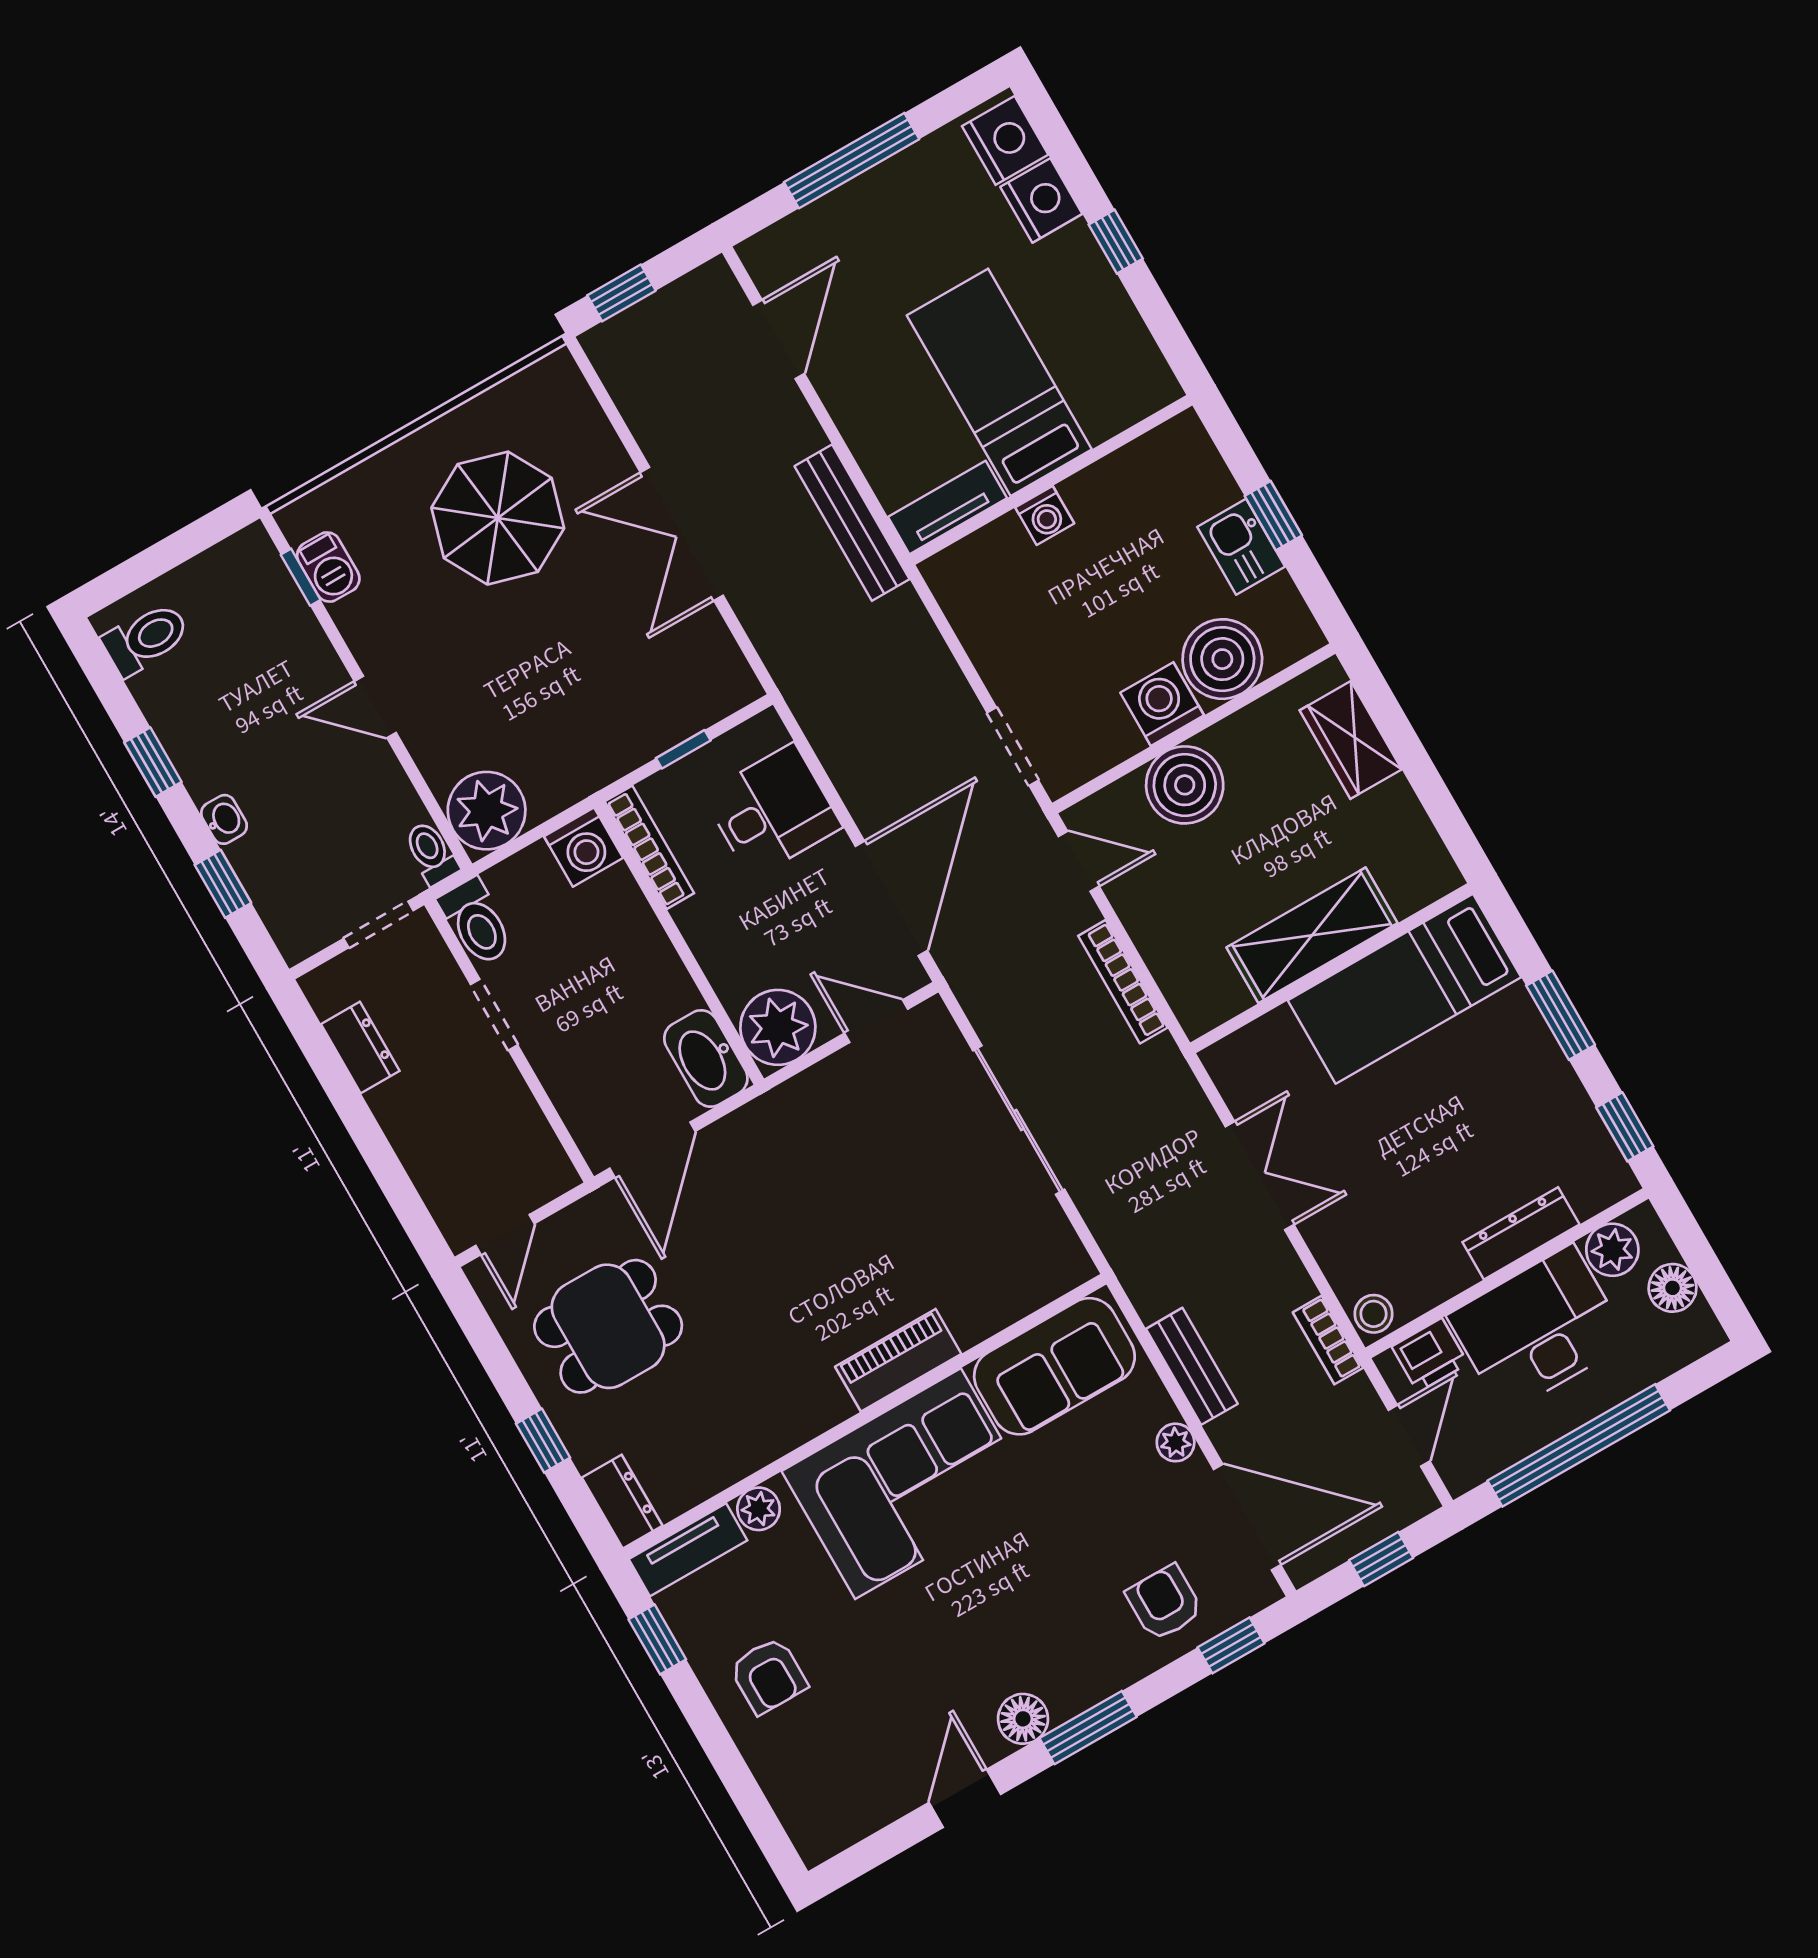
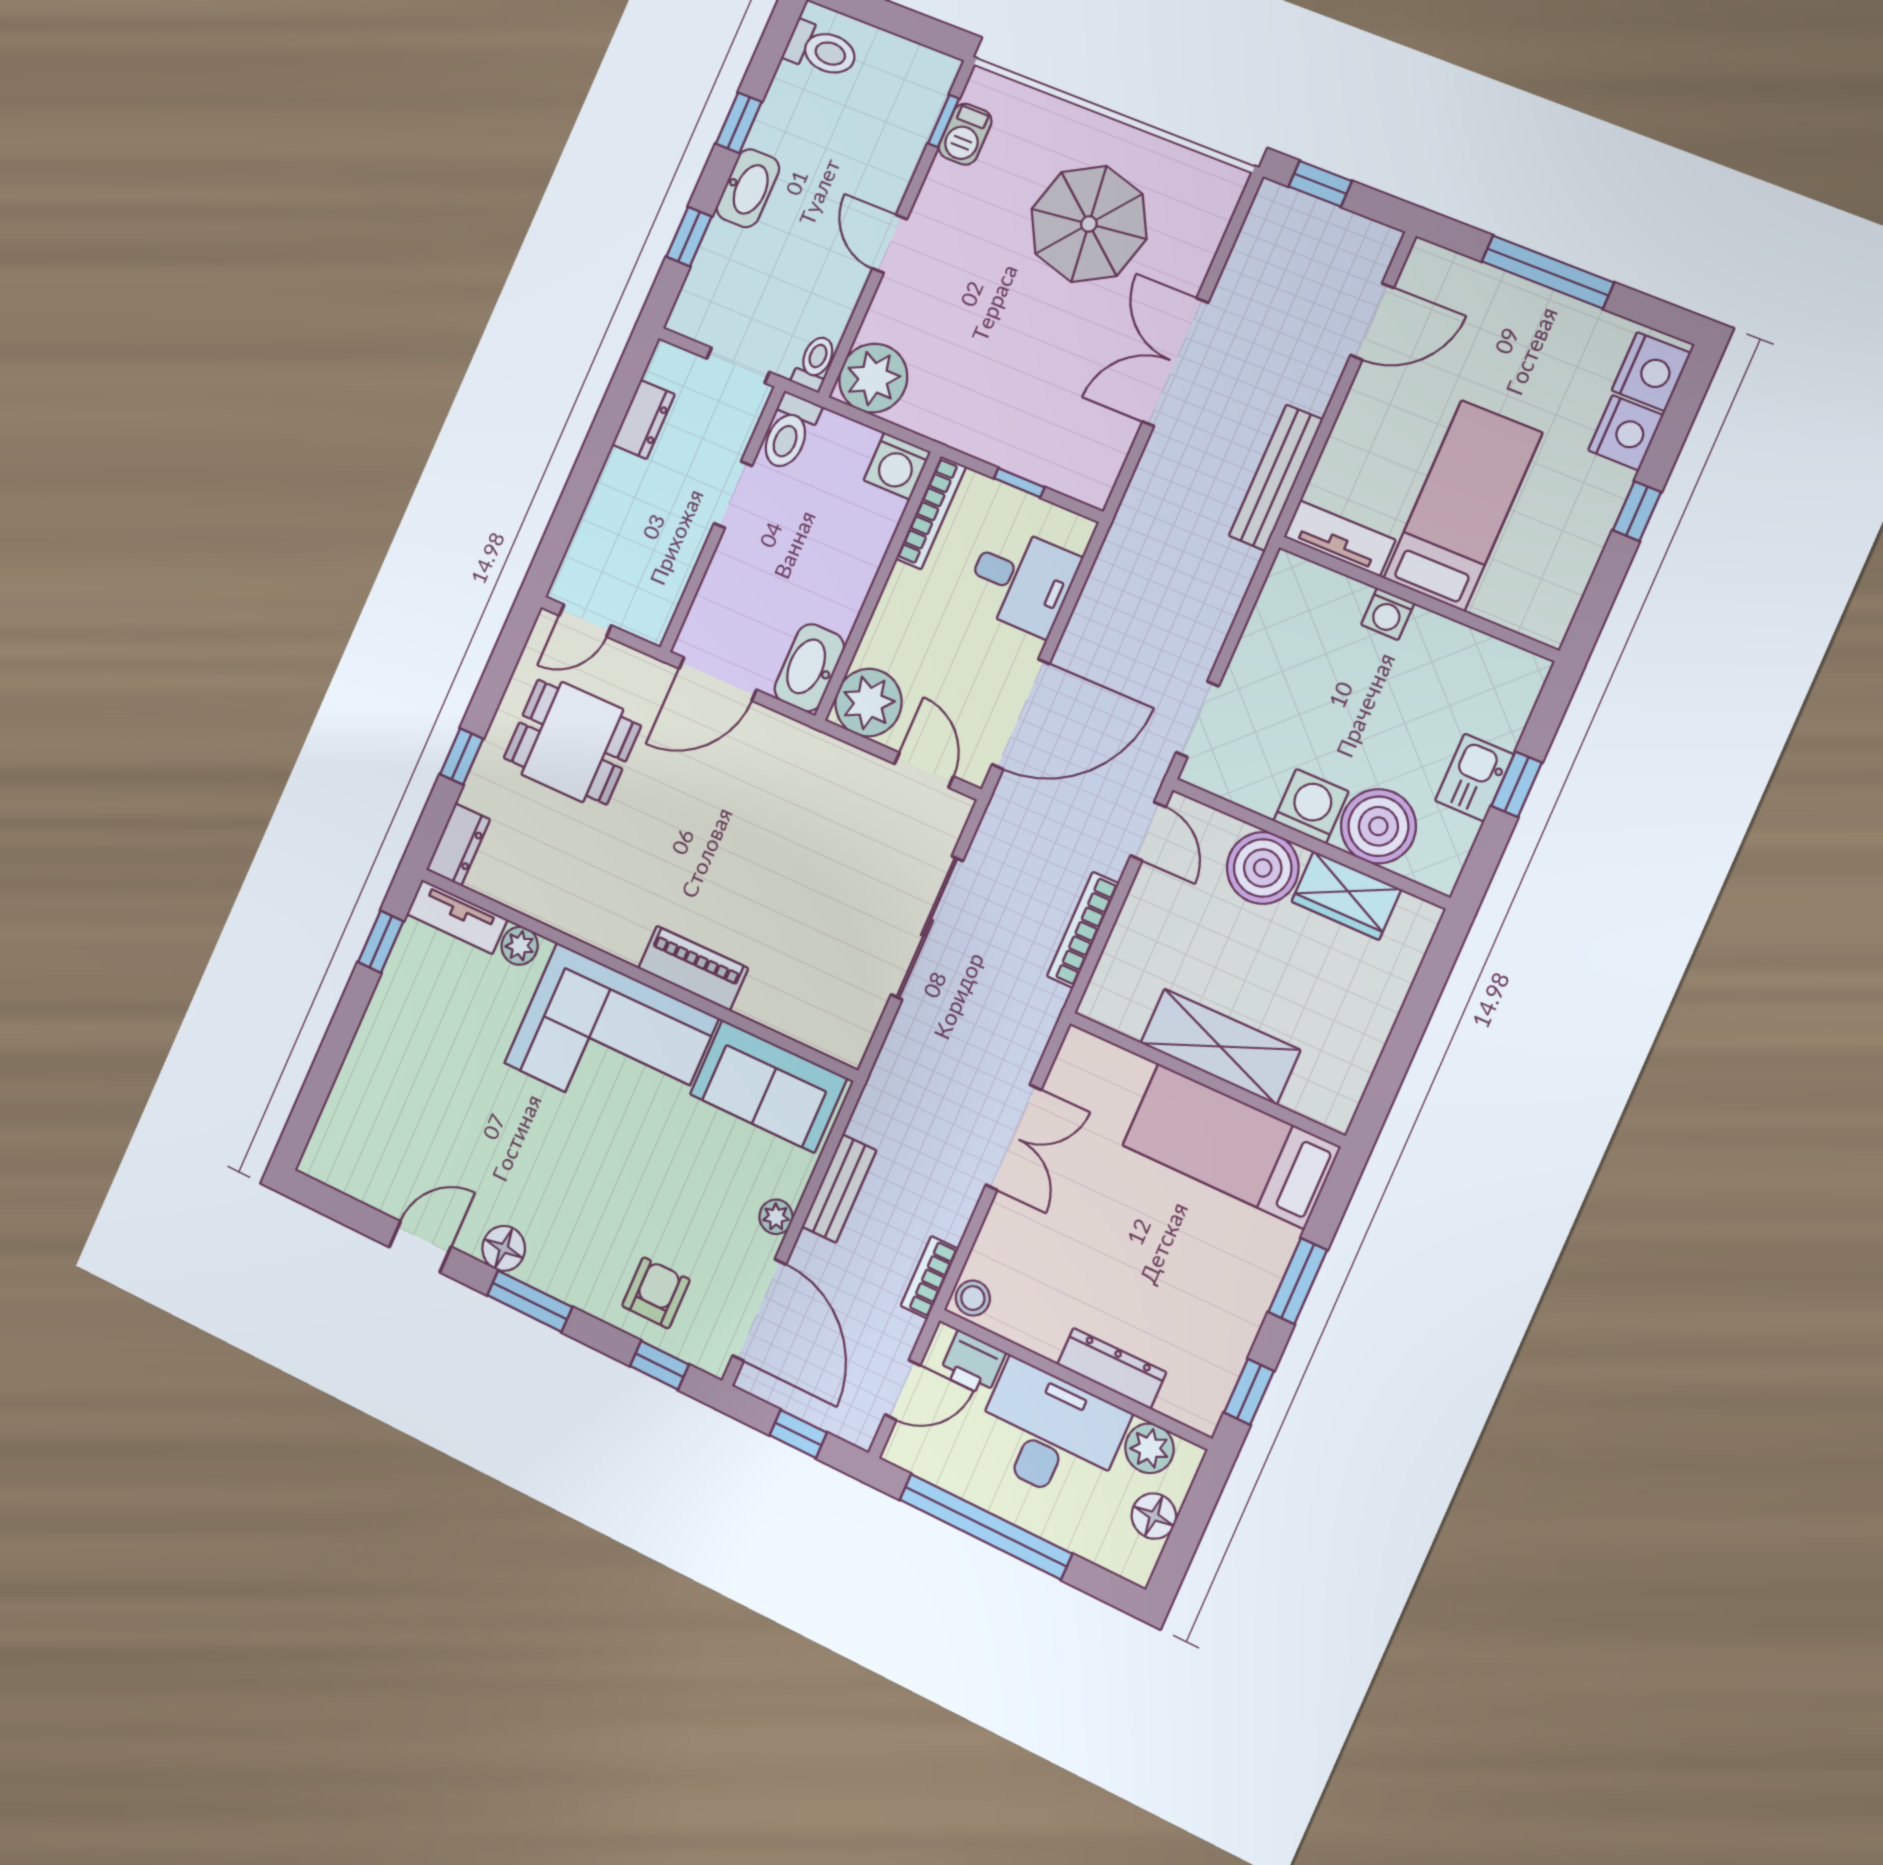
wardrobe: (1351, 740) -> (1346, 895), moved, turned -90
washbasin: (224, 819) -> (748, 188), width x1.91, depth x1.45
armchair: (768, 1676) -> (409, 1040), removed

